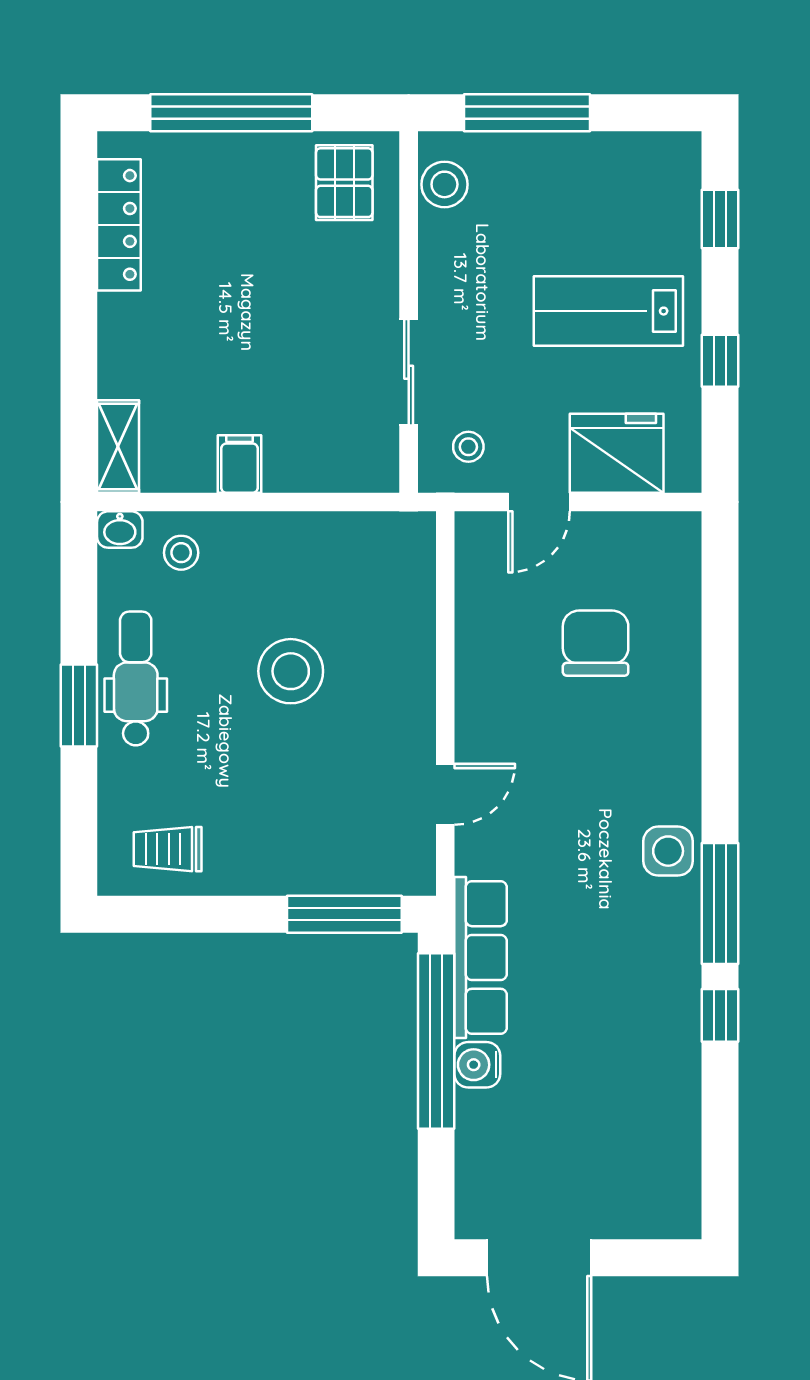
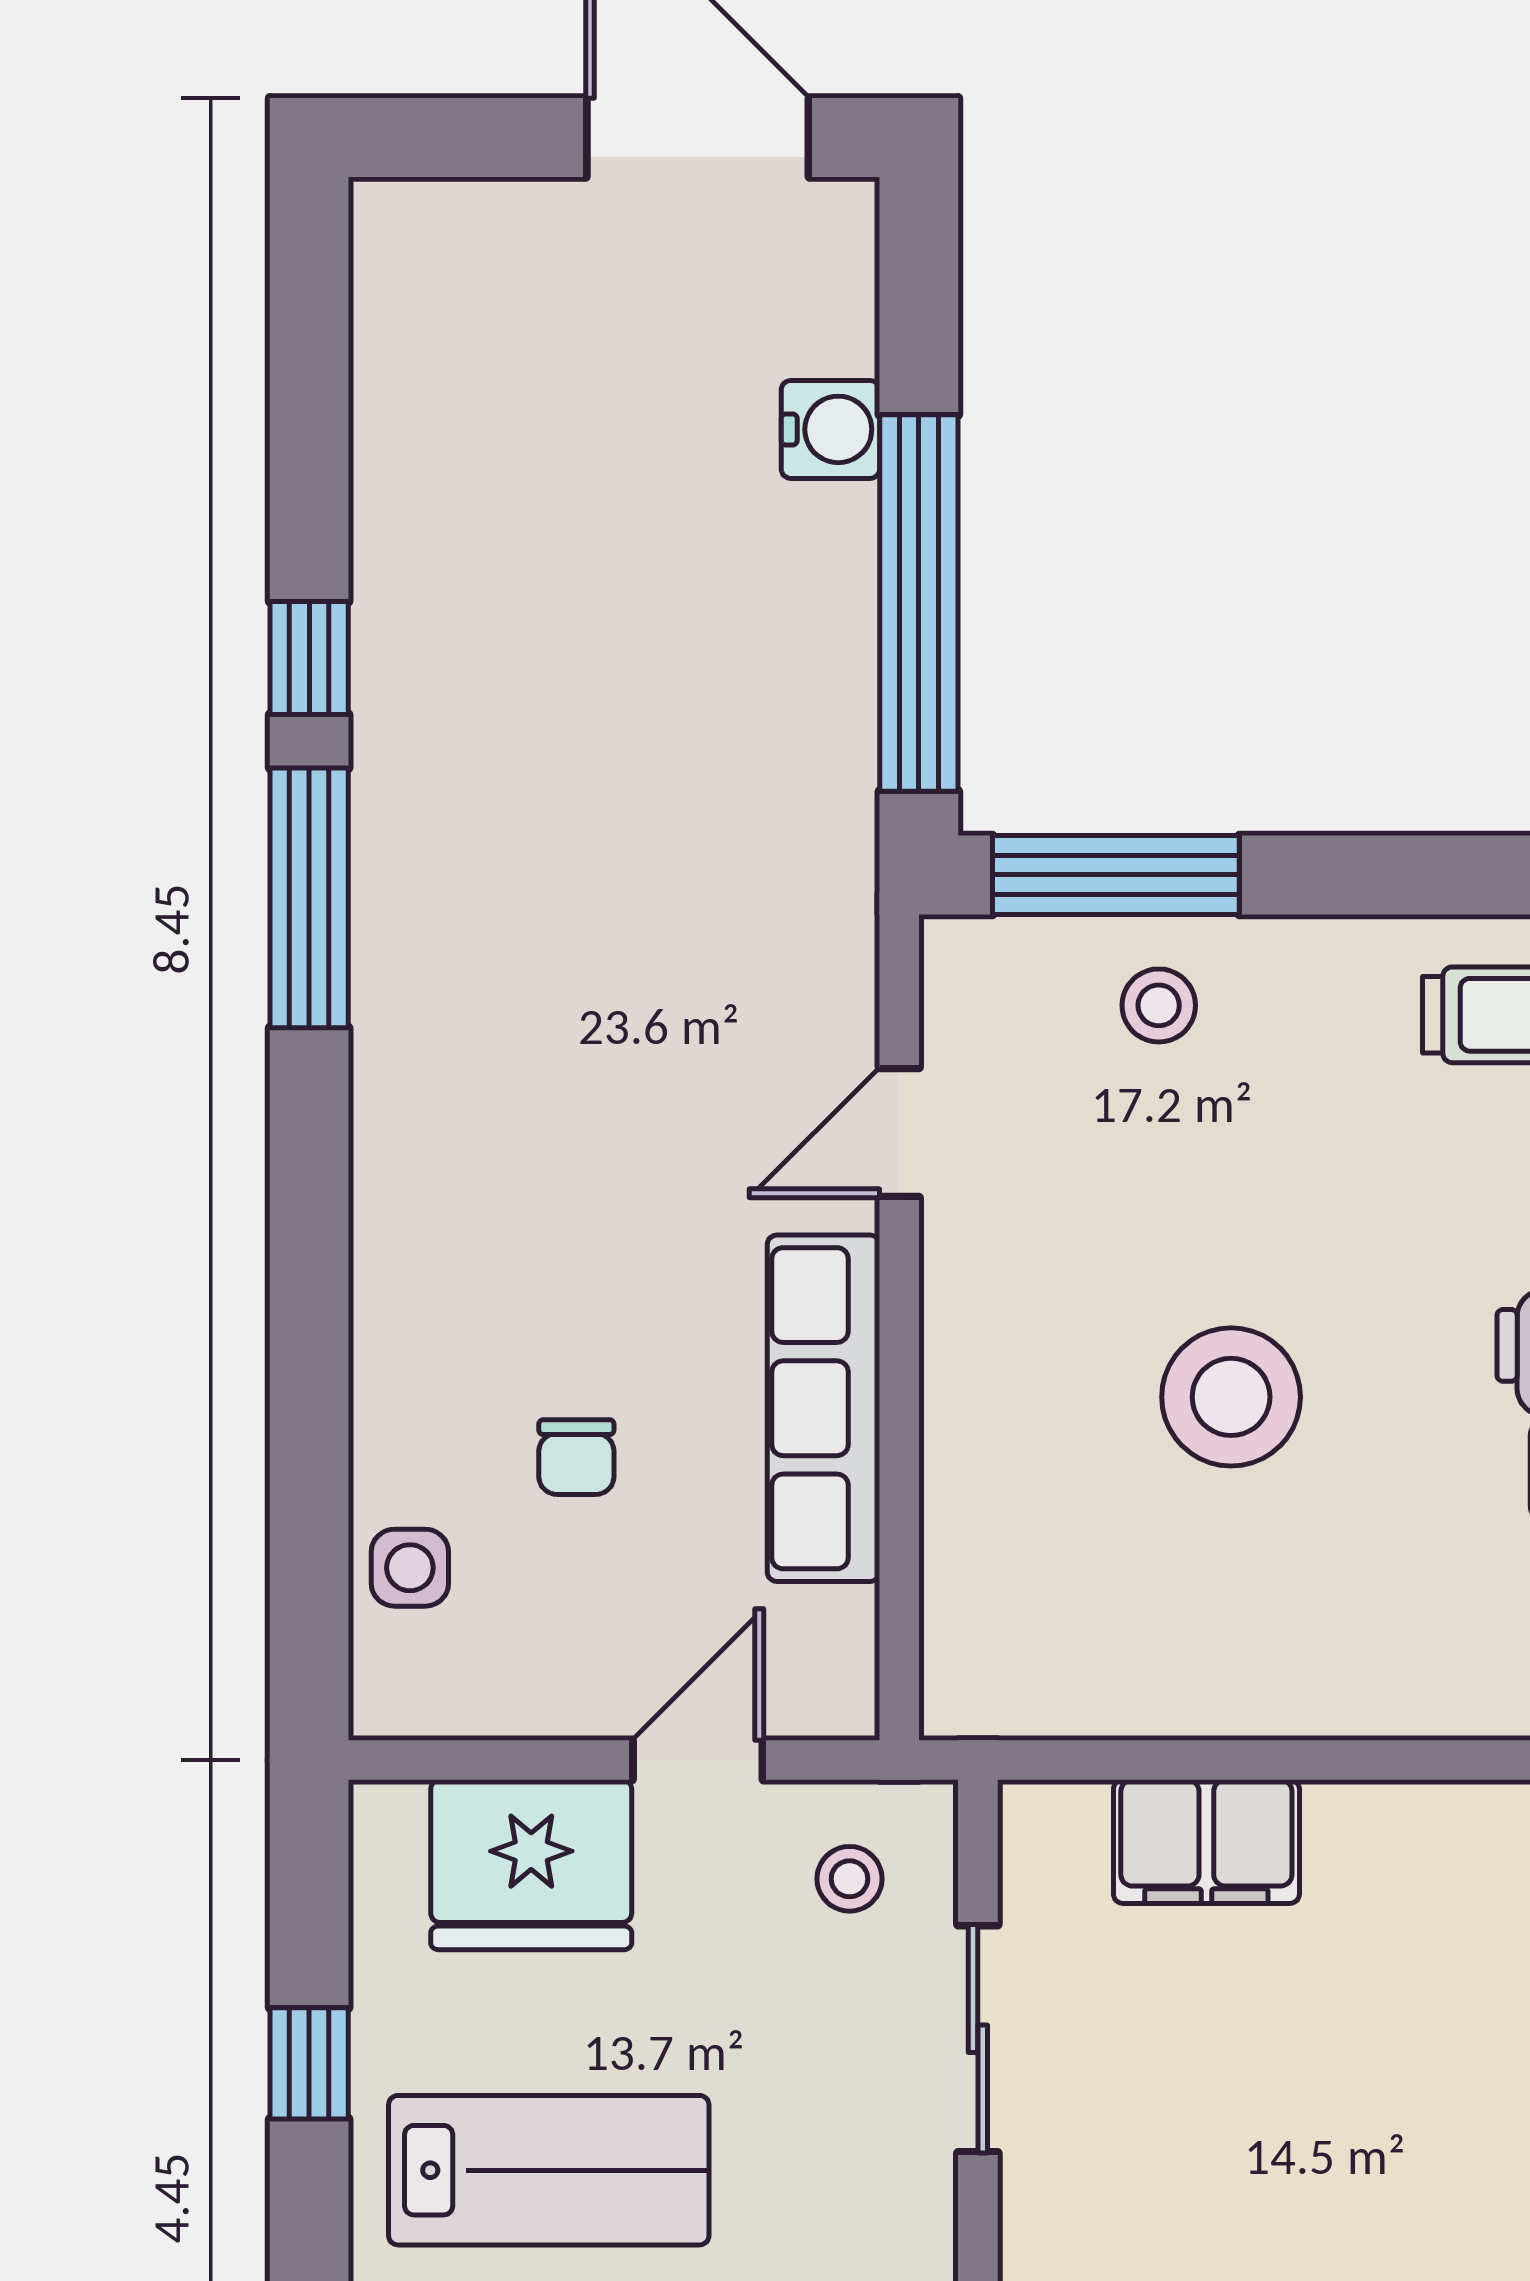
filing cabinet: (240, 464) -> (1206, 1842), moved, width x2.00
stool: (181, 553) -> (1159, 1005), moved
chair: (596, 643) -> (576, 1457), width x0.54, depth x0.54
side table: (668, 851) -> (410, 1568), moved, width x0.73, depth x0.73
row of seats: (481, 957) -> (823, 1408), moved
water cooler: (477, 1065) -> (830, 429), moved

